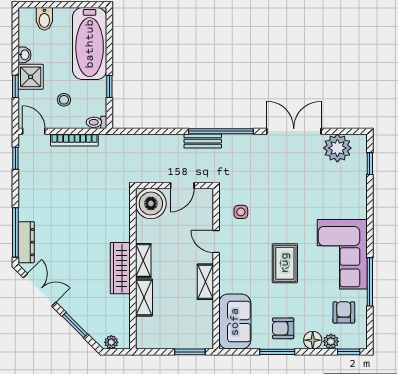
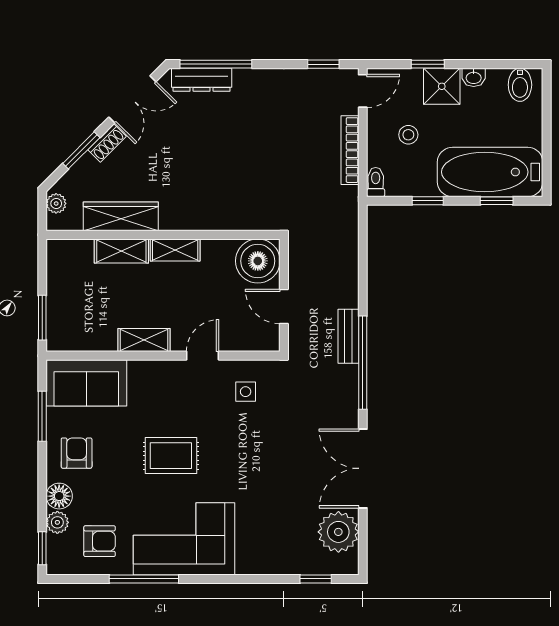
bidet: (44, 19) -> (520, 85), moved, turned -90
window: (109, 39) -> (497, 201), added
double door: (294, 131) -> (363, 468), swing flipped
wardrobe: (120, 268) -> (121, 216), moved
shoe rack: (70, 307) -> (107, 143), added
window: (277, 352) -> (42, 416), moved

